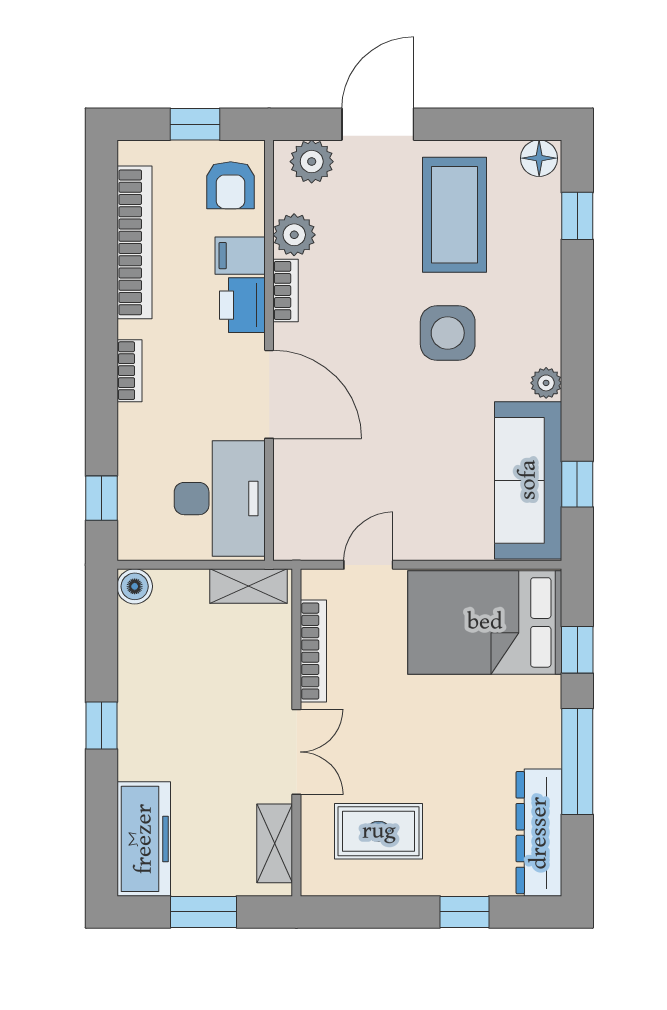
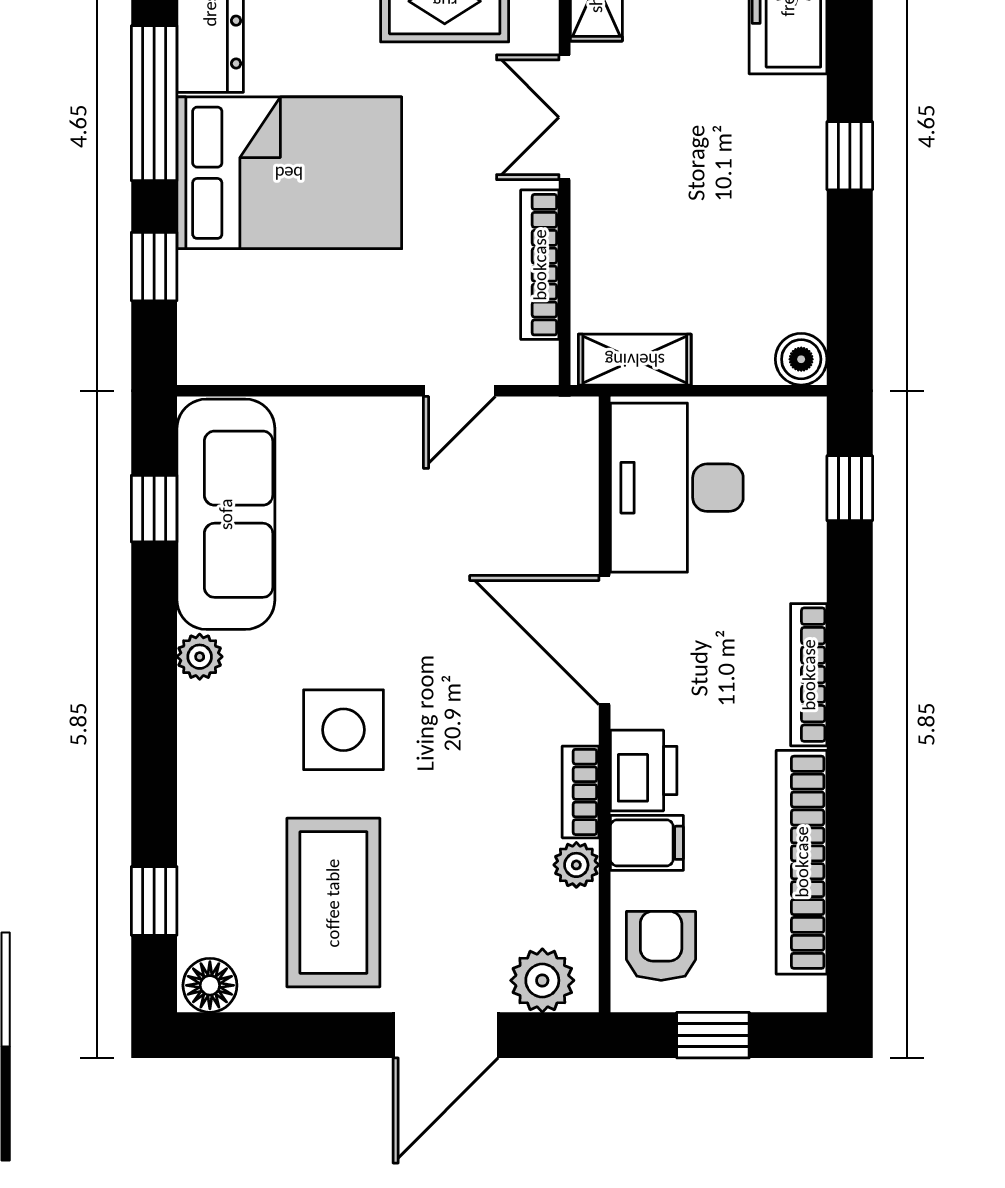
plant: (294, 235) -> (576, 865), width x0.73, depth x0.73
bookcase: (129, 371) -> (809, 675), width x1.56
bed: (485, 622) -> (289, 173), moved

